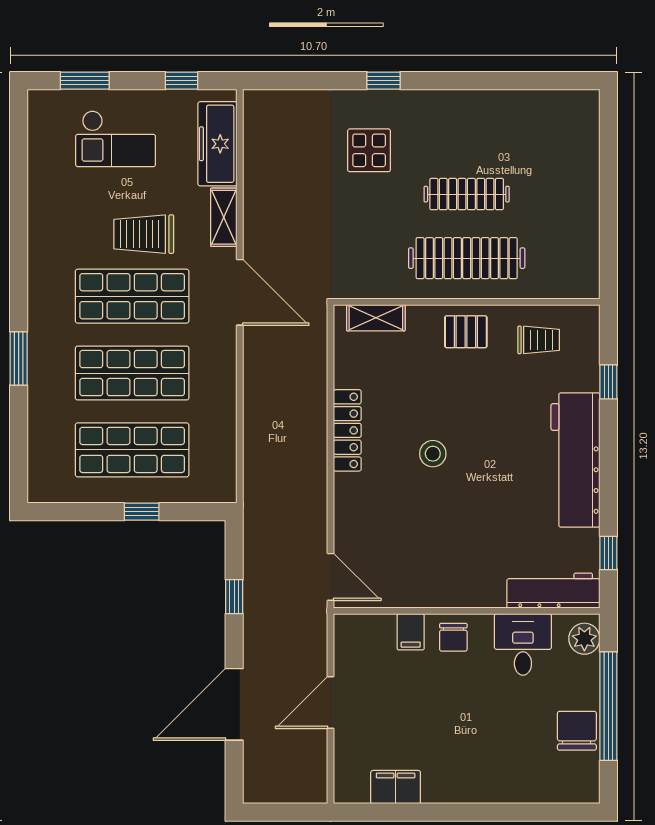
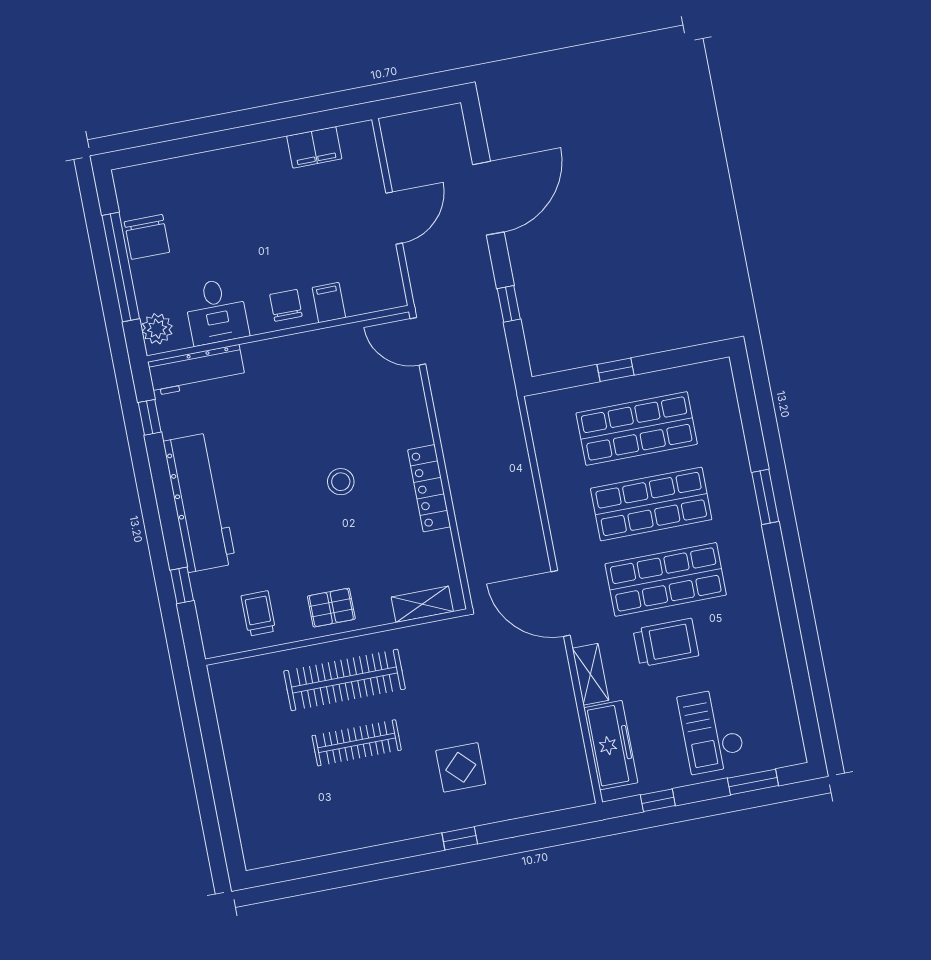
checkout: (116, 139) -> (712, 731), turned -90
trolley: (539, 340) -> (258, 613), turned 90

